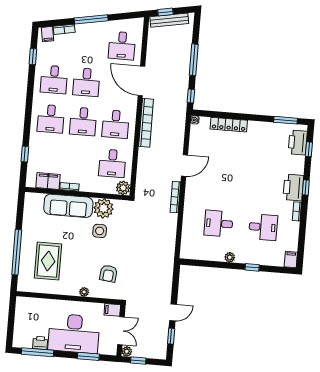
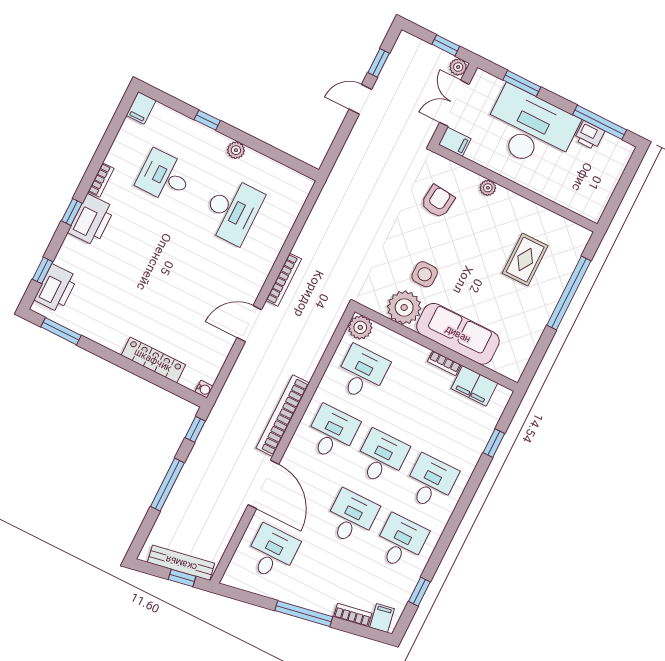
desk: (219, 223) -> (232, 211), width x1.37
rug: (48, 261) -> (525, 259), width x0.73, depth x0.70

